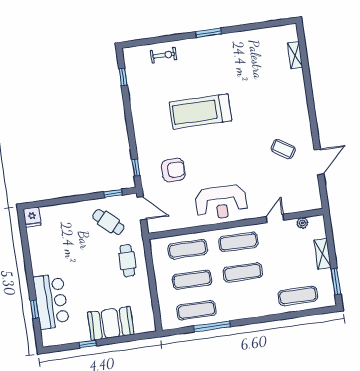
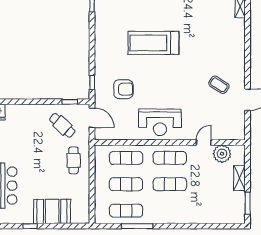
plant: (302, 223) -> (222, 154), width x1.87, depth x1.87
exercise mat: (298, 296) -> (214, 211), removed

